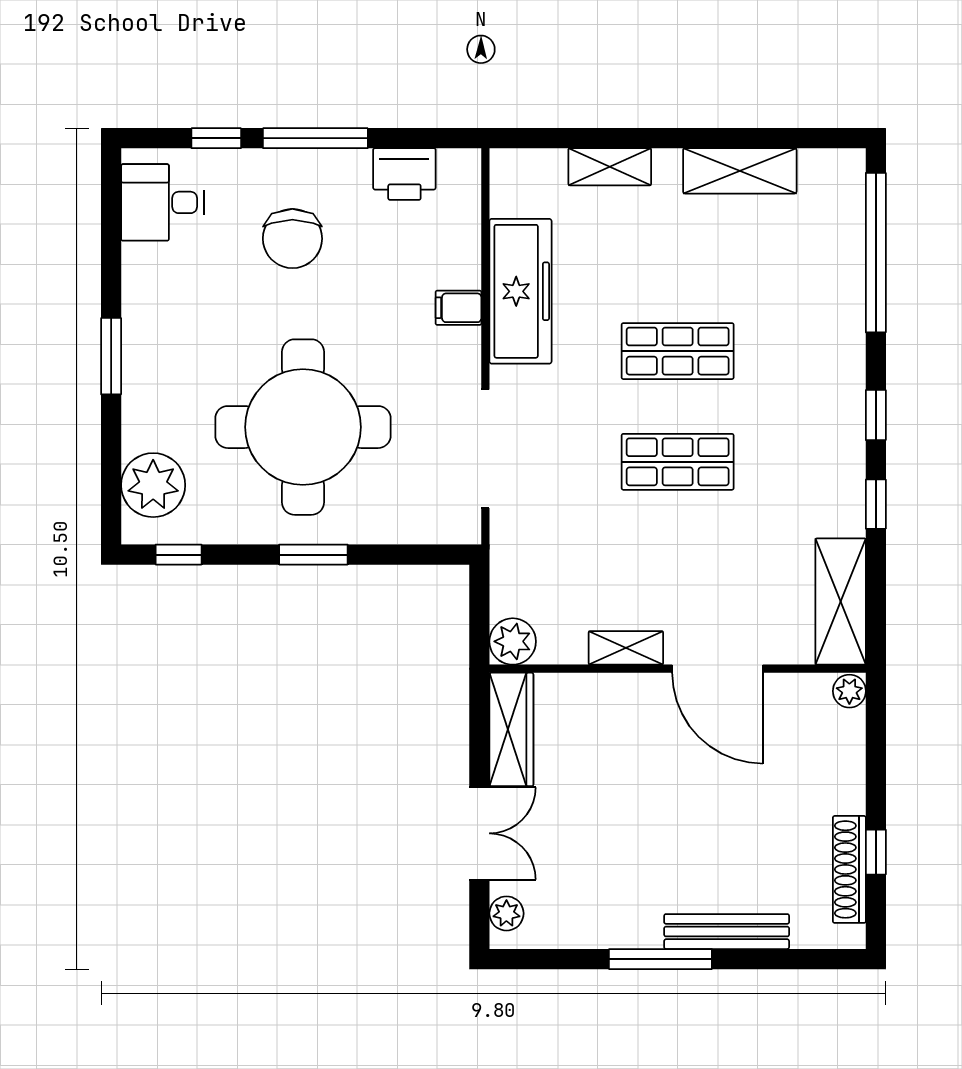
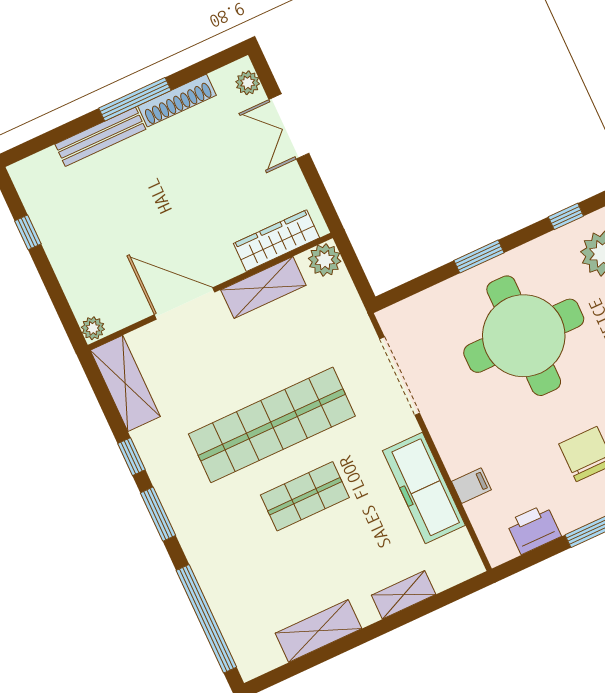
filing cabinet: (458, 308) -> (471, 486), moved
window: (876, 415) -> (158, 514), width x1.50
shop shelf: (678, 462) -> (272, 425), width x2.00, depth x1.36
shelving: (626, 648) -> (263, 288), width x1.50, depth x1.33
wardrobe: (511, 729) -> (276, 241), moved, turned 90
shoe rack: (849, 869) -> (177, 101), moved, turned 90

